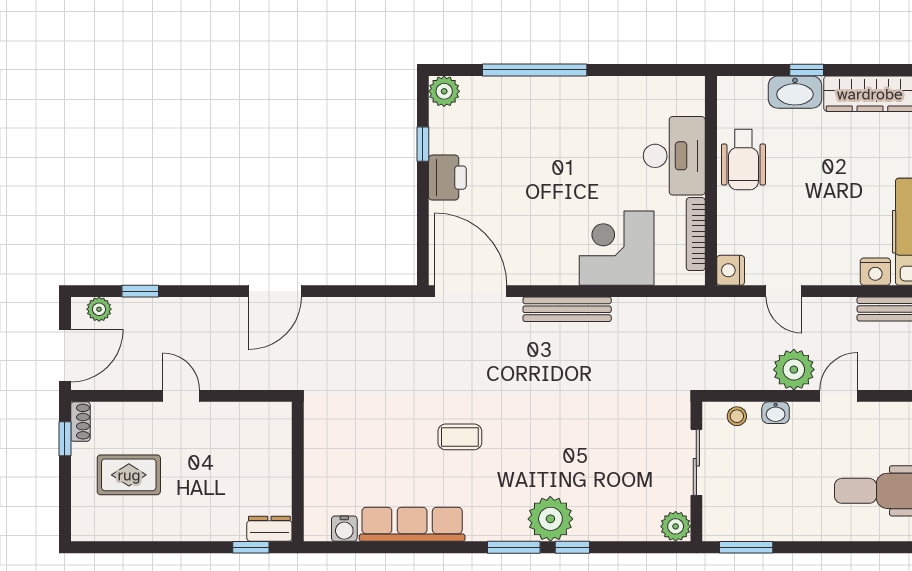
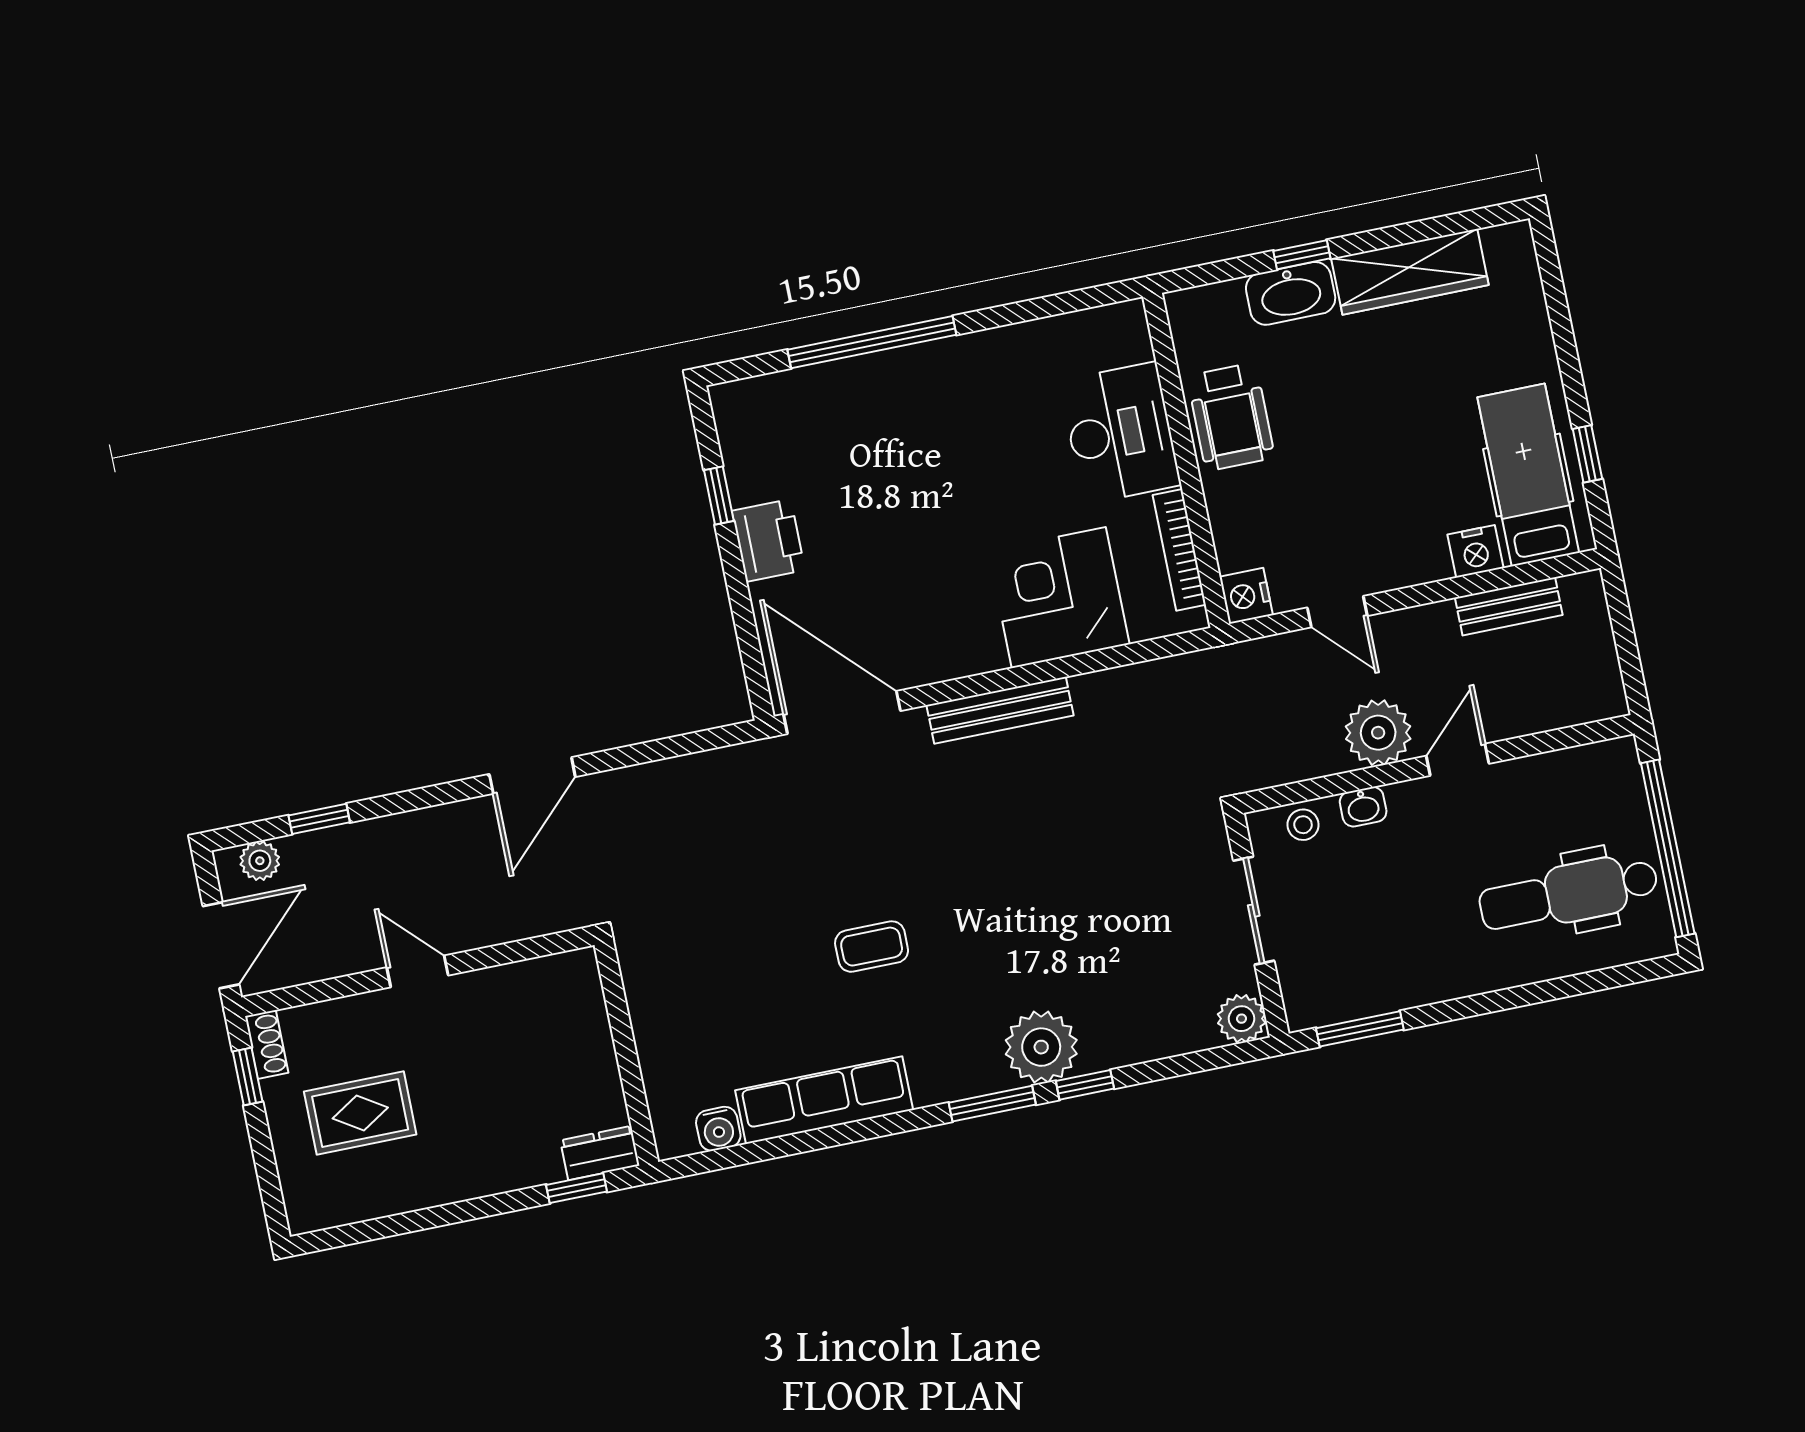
plant: (444, 91) -> (736, 405), removed

